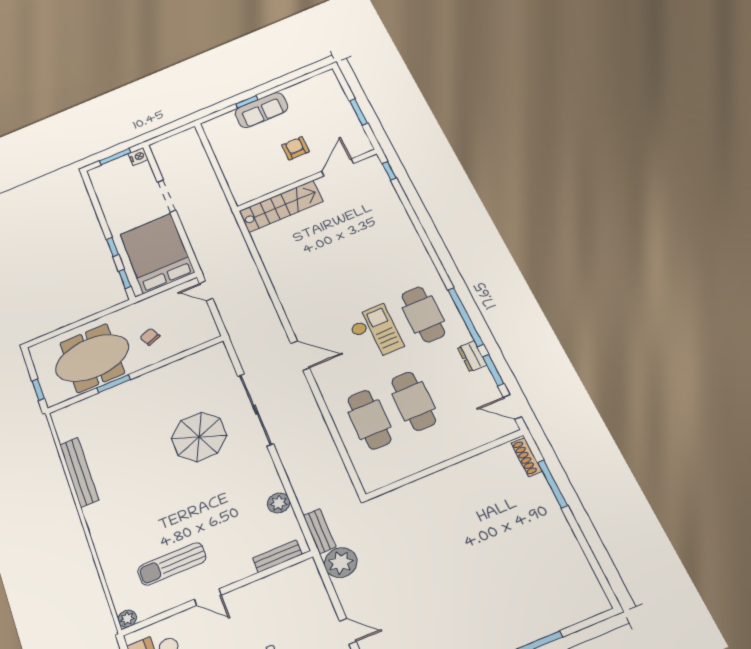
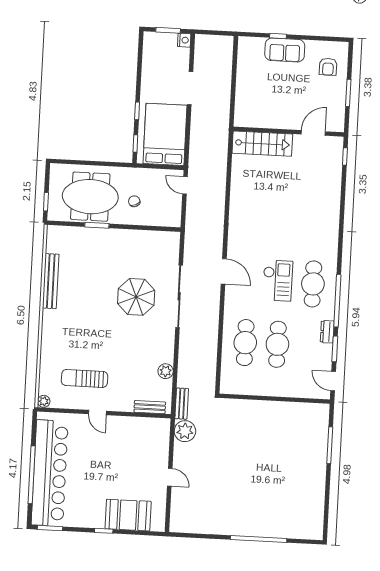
armchair: (296, 148) -> (328, 67), moved, turned 180
shoe rack: (526, 457) -> (324, 420), removed

